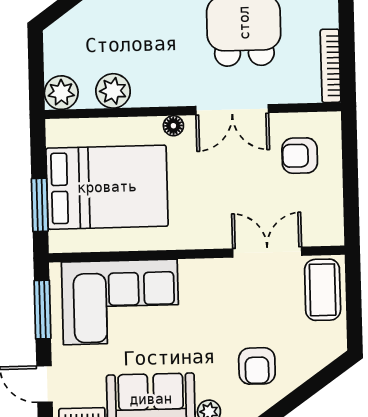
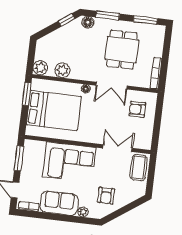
window: (40, 205) -> (27, 94), moved
corner sofa: (120, 302) -> (69, 162), moved

